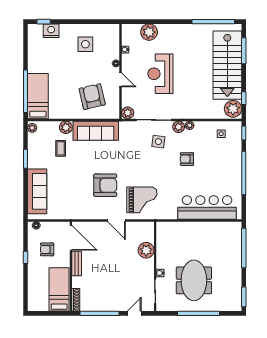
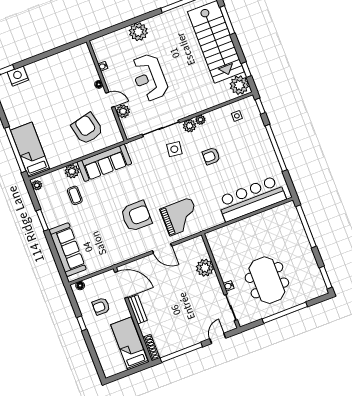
plant: (149, 32) -> (138, 32), moved
side table: (85, 44) -> (59, 77), removed
plant: (128, 113) -> (123, 111), moved

